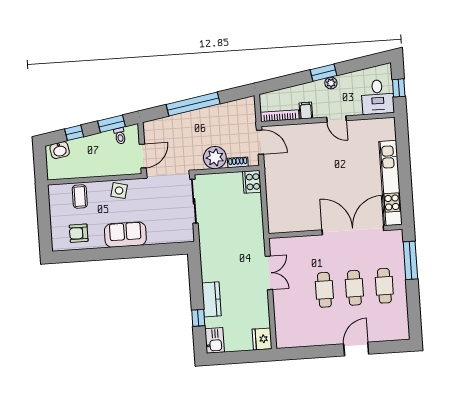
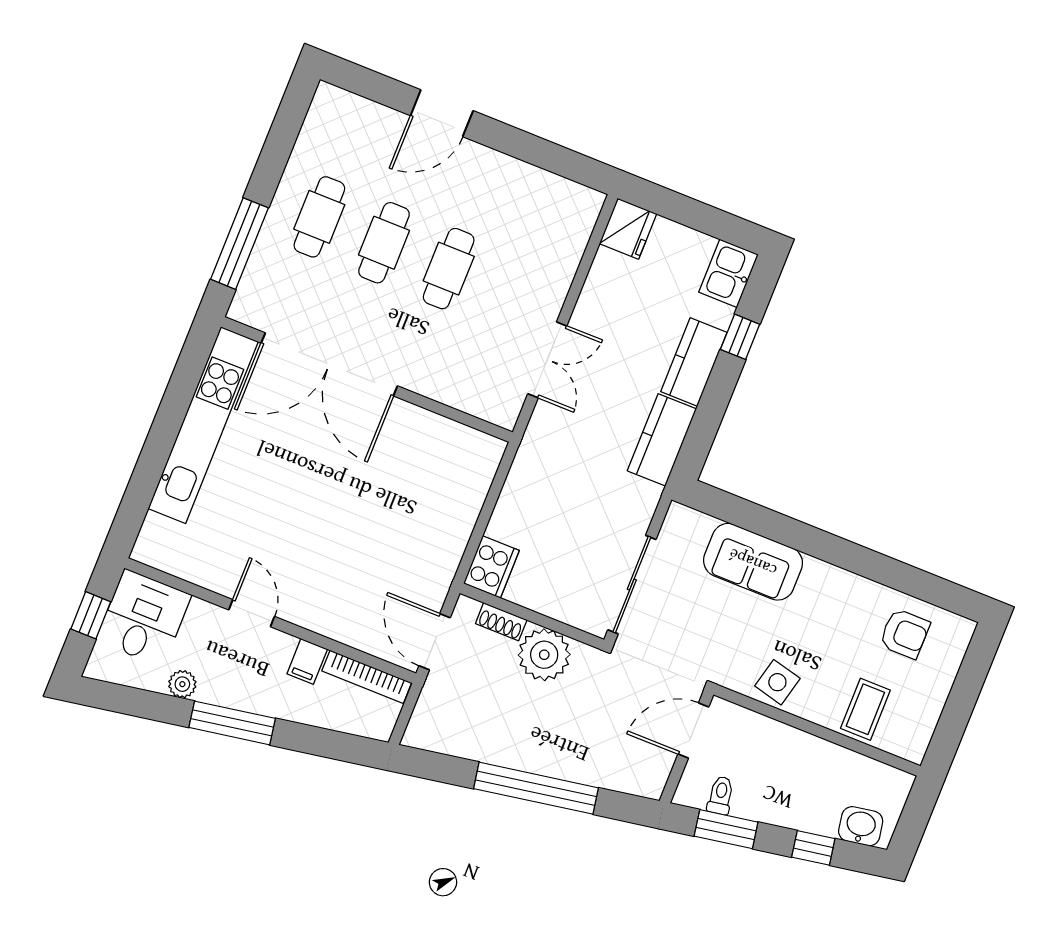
window: (324, 73) -> (232, 723), width x1.44
plant: (331, 83) -> (182, 684), moved
sofa: (125, 235) -> (753, 562), moved
kitchen counter: (209, 263) -> (662, 440), added
double door: (269, 273) -> (547, 360), swing flipped

